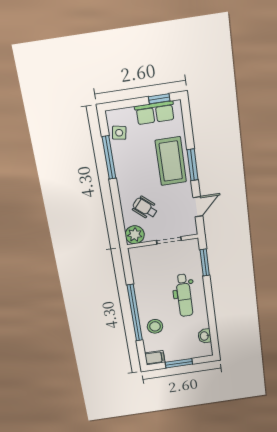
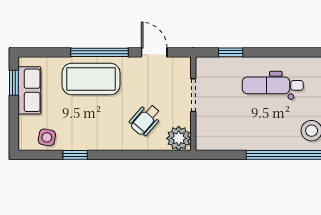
window: (109, 158) -> (75, 155), width x0.46
window: (193, 165) -> (99, 52), width x1.44
window: (205, 262) -> (231, 52), width x0.67
dental chair: (184, 295) -> (273, 85), turned 180

